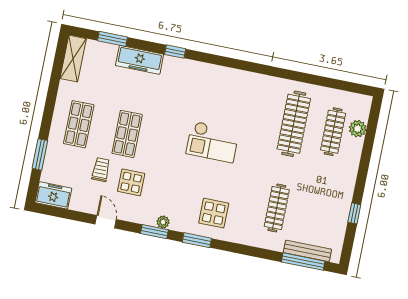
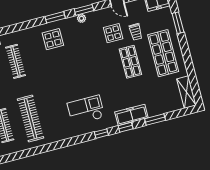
window: (112, 39) -> (155, 119), moved
window: (211, 59) -> (101, 134), added
freezer: (140, 60) -> (131, 115), moved
shop shelf: (79, 124) -> (163, 53), width x1.43, depth x1.36
checkout: (213, 142) -> (86, 110), moved

